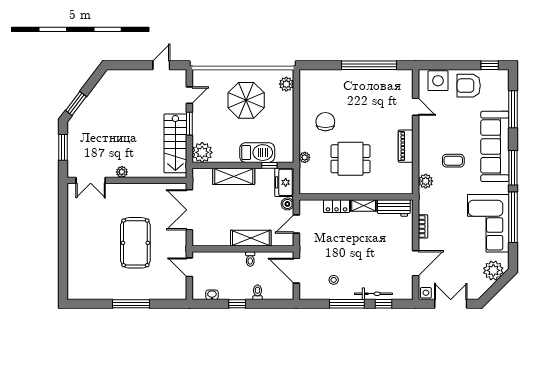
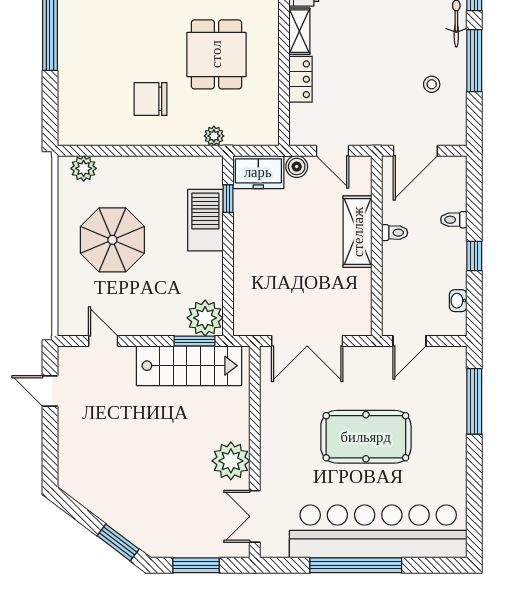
window: (189, 124) -> (194, 341), moved
plant: (122, 172) -> (231, 461), width x1.88, depth x1.88
shelving: (234, 176) -> (248, 262), removed
double door: (91, 180) -> (255, 516), swing flipped
window: (63, 237) -> (356, 565), added
bar counter: (82, 250) -> (378, 531), added
window: (131, 304) -> (474, 401), moved

